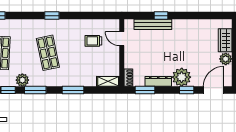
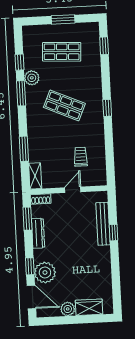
door: (122, 39) -> (73, 190), moved
shop shelf: (48, 53) -> (64, 105), turned 36
plant: (182, 77) -> (45, 272), moved
window: (73, 90) -> (24, 149), moved

